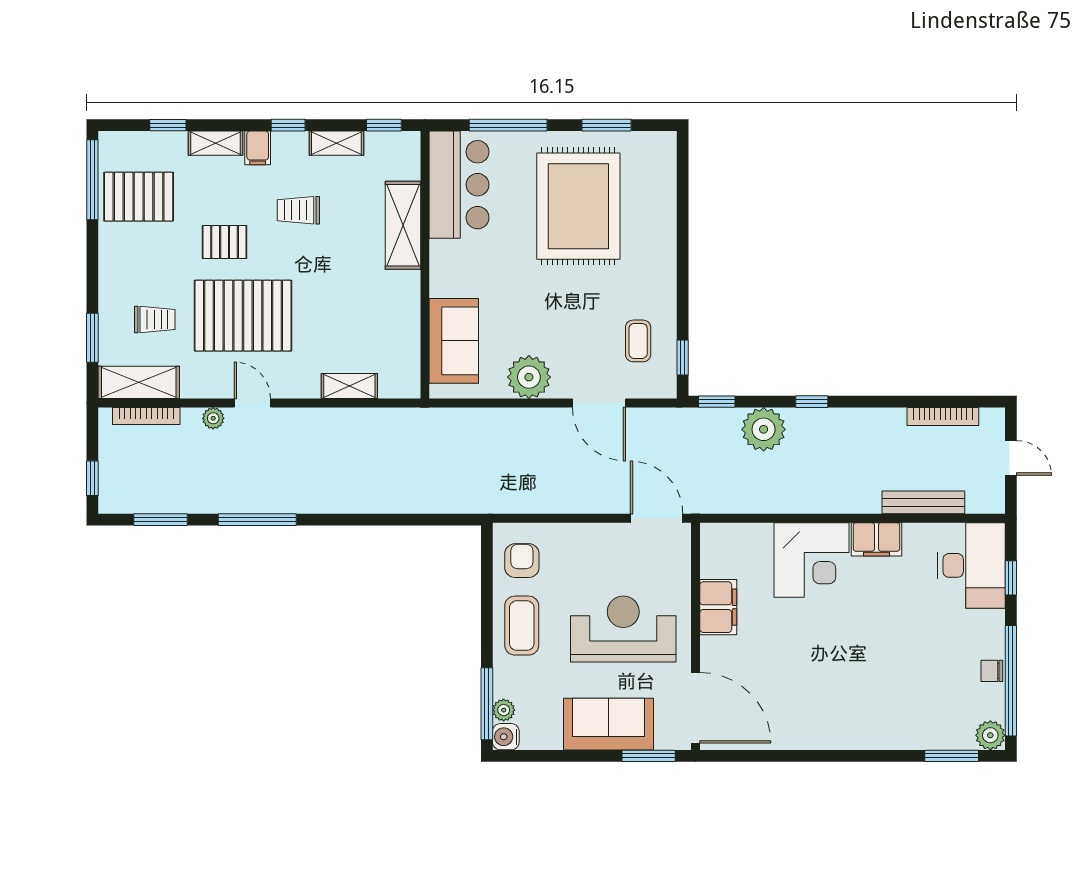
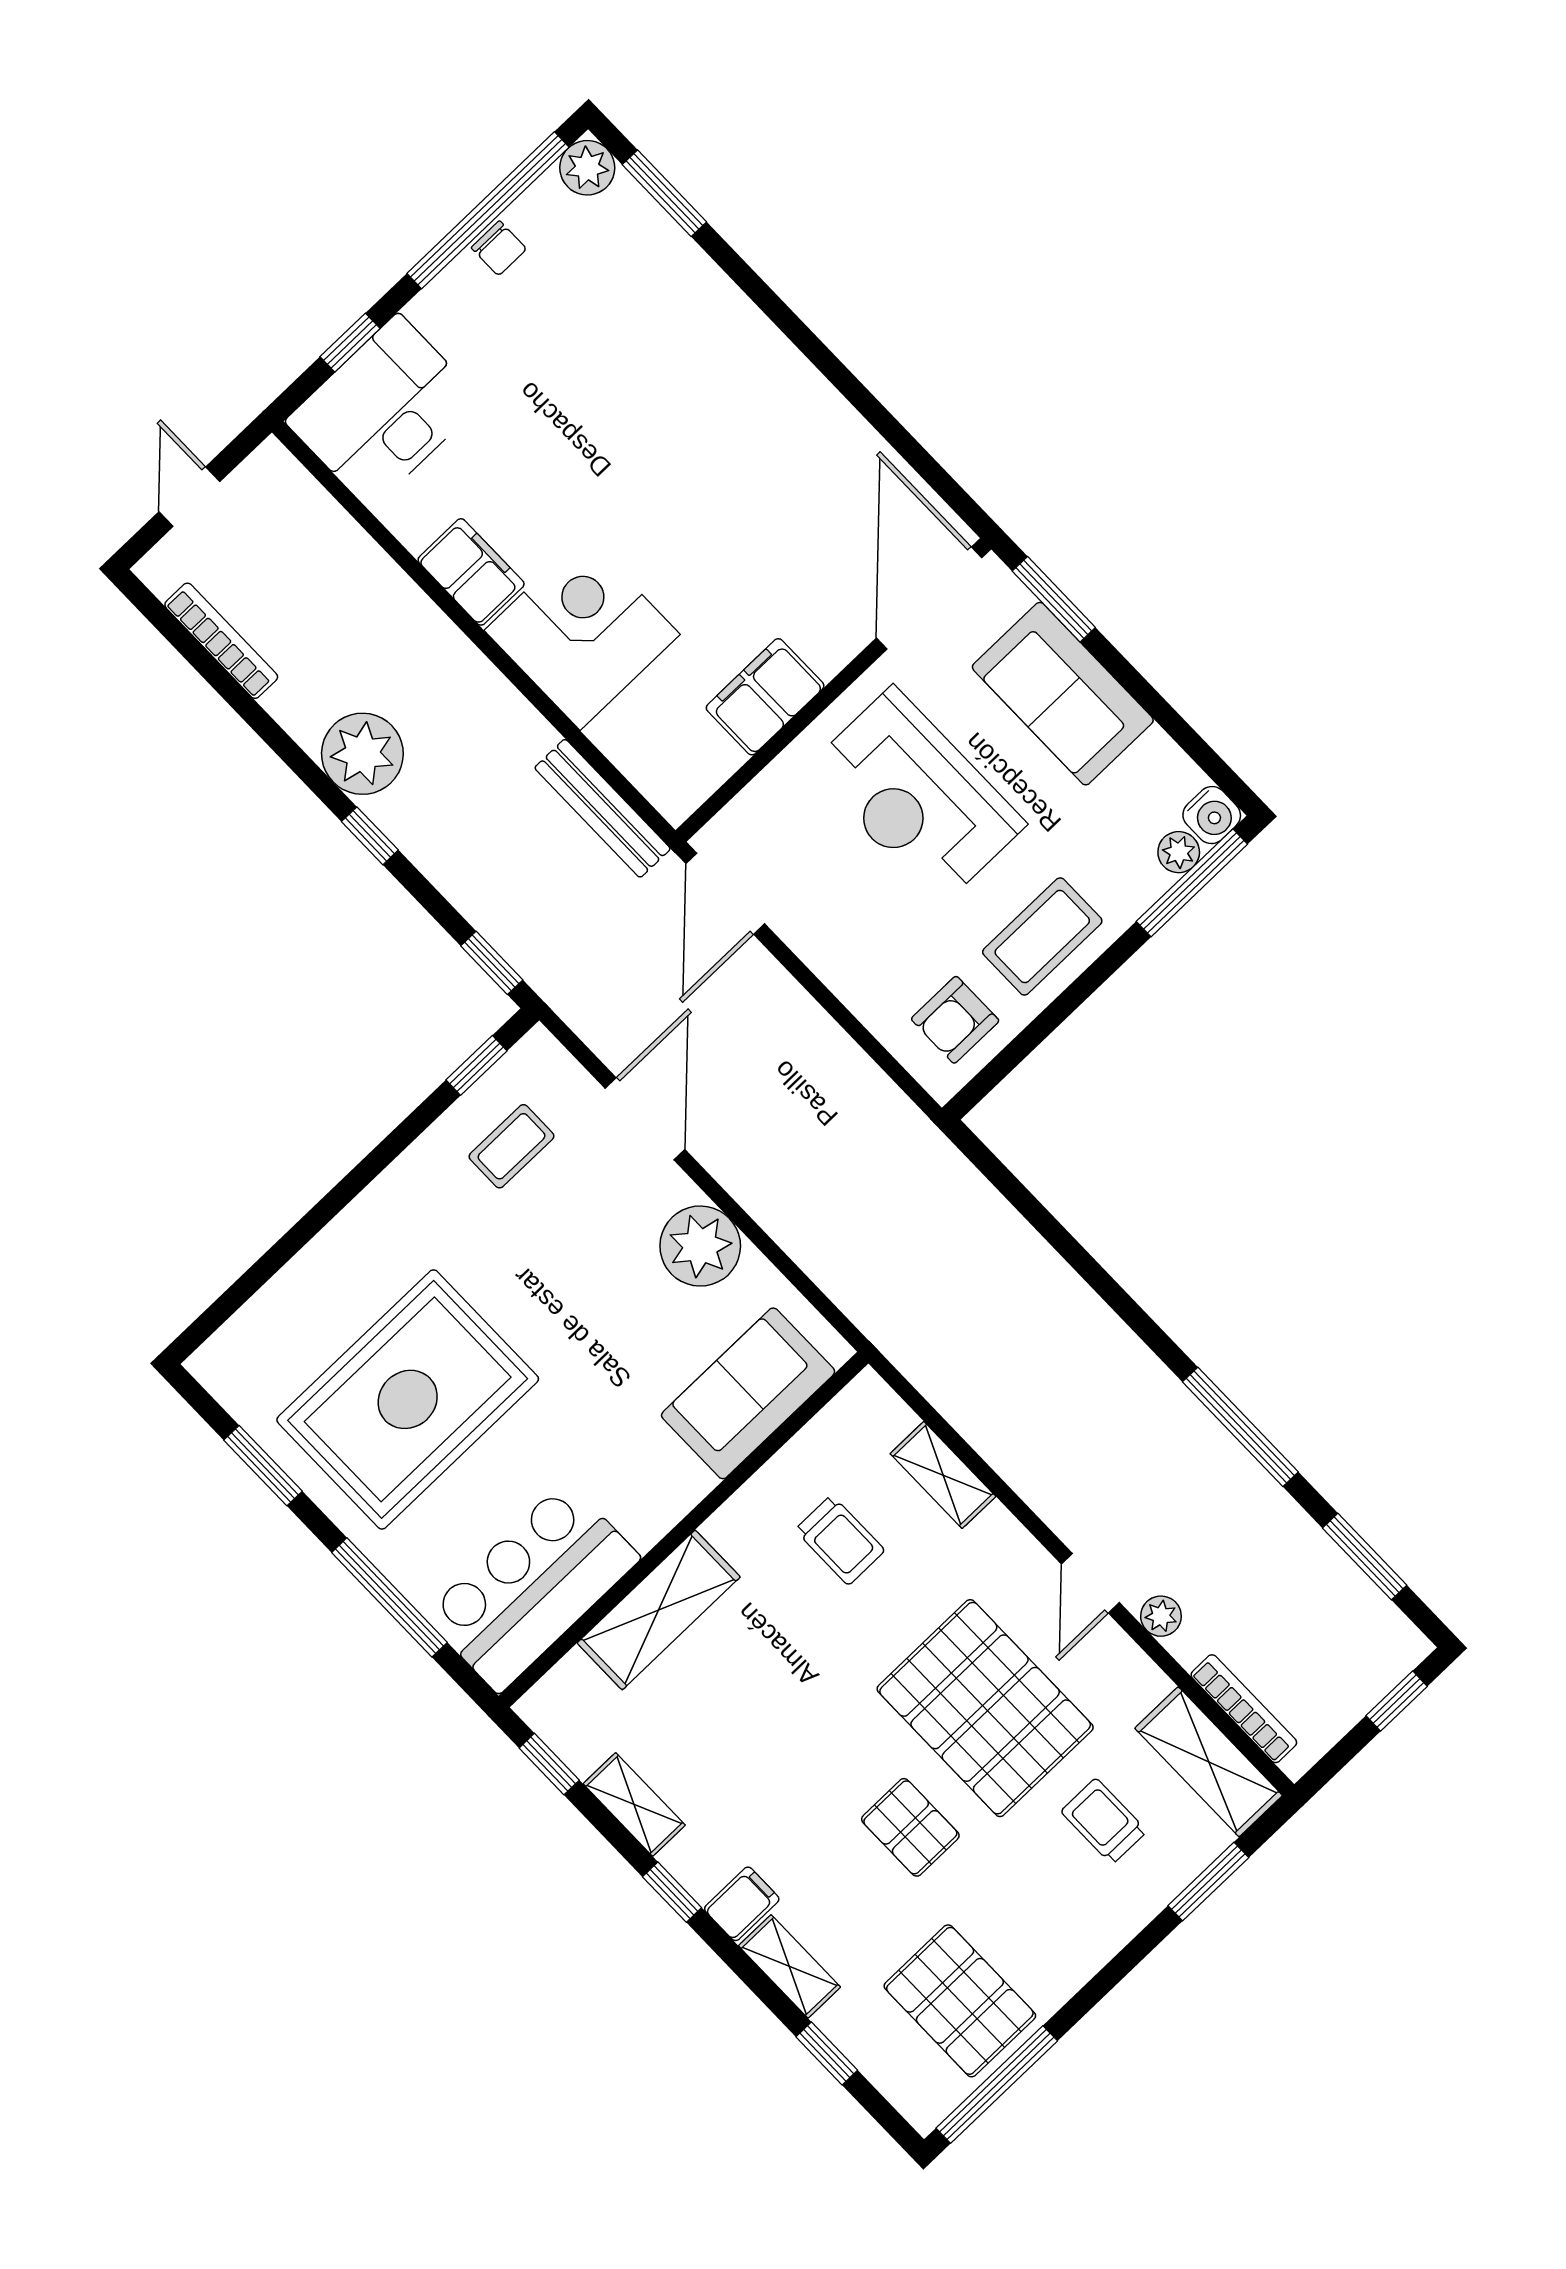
trolley: (298, 210) -> (840, 1540), moved
plant: (764, 429) -> (362, 754), moved
bench: (923, 502) -> (603, 808), moved

